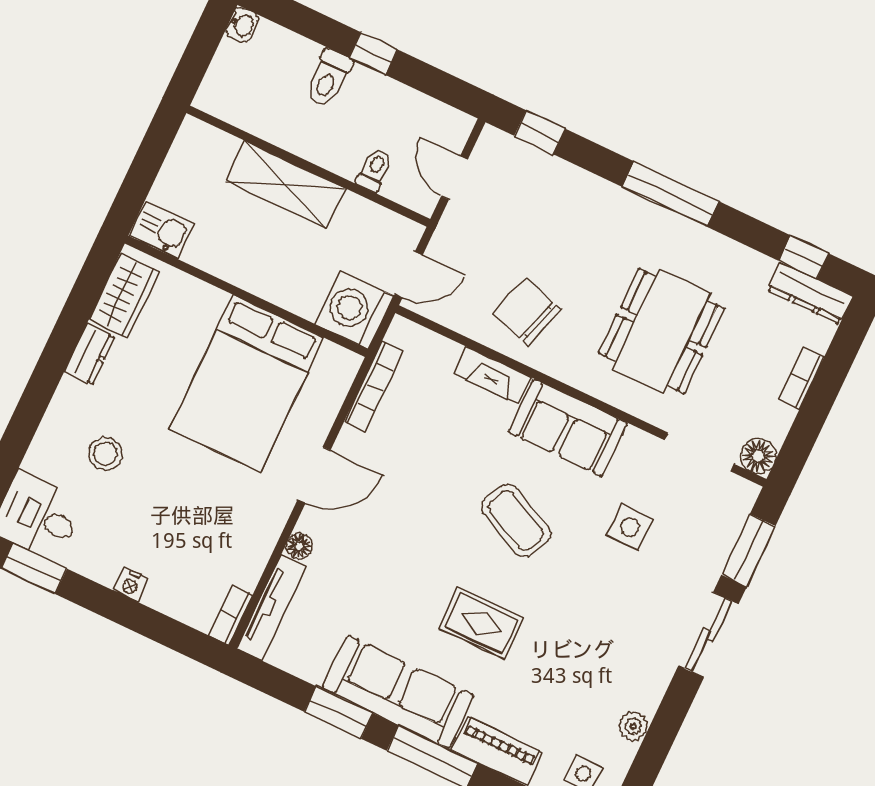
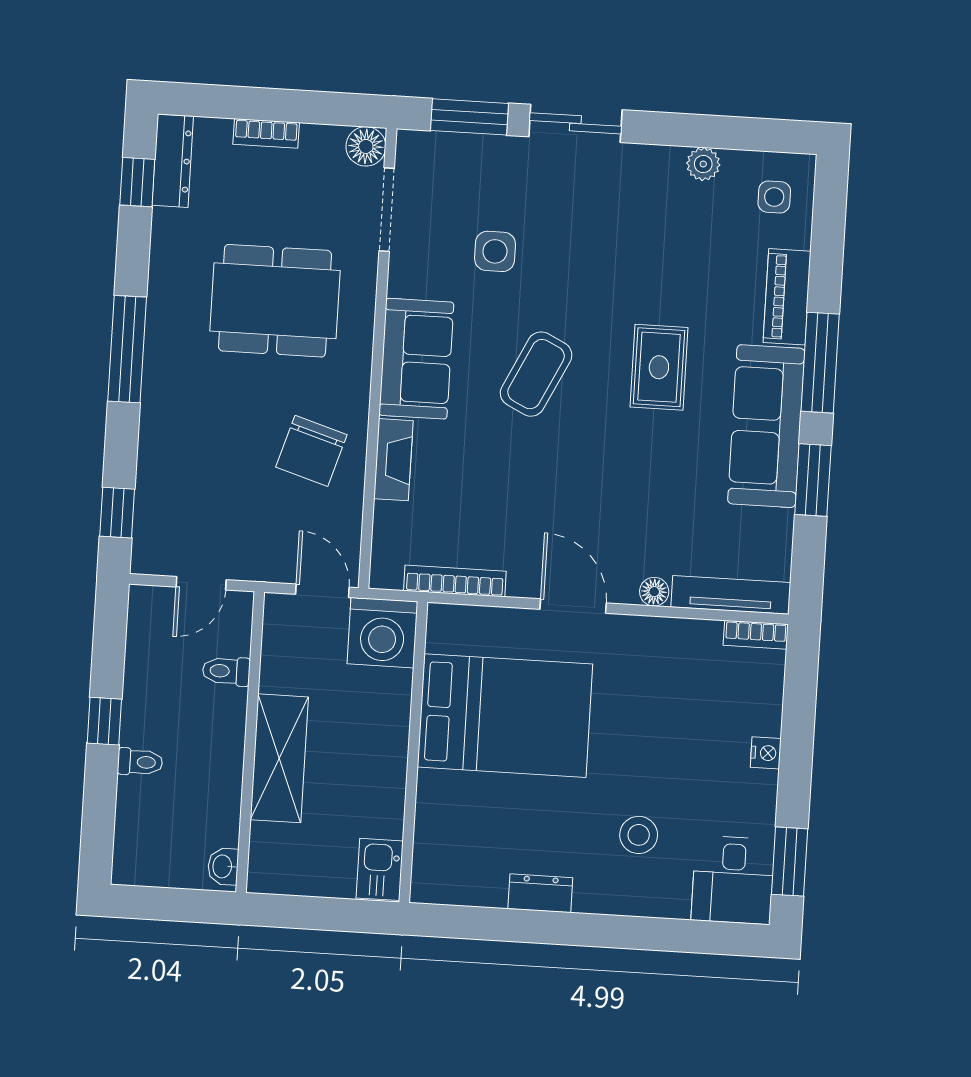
washbasin: (242, 25) -> (223, 866), moved, turned -90
toilet: (329, 78) -> (140, 762), width x0.73, depth x0.72
wardrobe: (124, 296) -> (464, 882), removed

